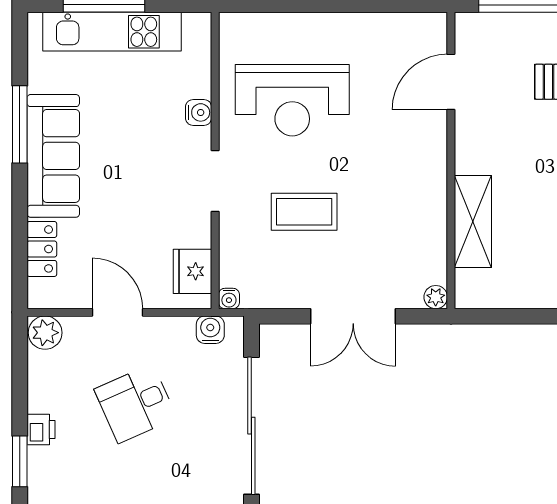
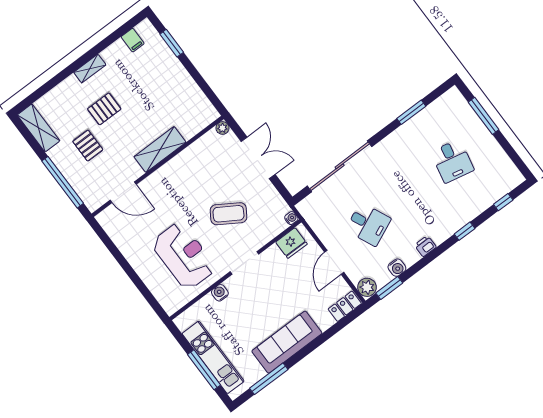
window: (20, 124) -> (269, 379), moved
coffee table: (304, 212) -> (228, 214), turned -58
shelving: (473, 222) -> (160, 149), moved
locker: (42, 249) -> (345, 306), moved
water cooler: (210, 330) -> (397, 268), moved, turned -90
printer: (41, 429) -> (425, 246), moved
window: (20, 461) -> (389, 288), moved

